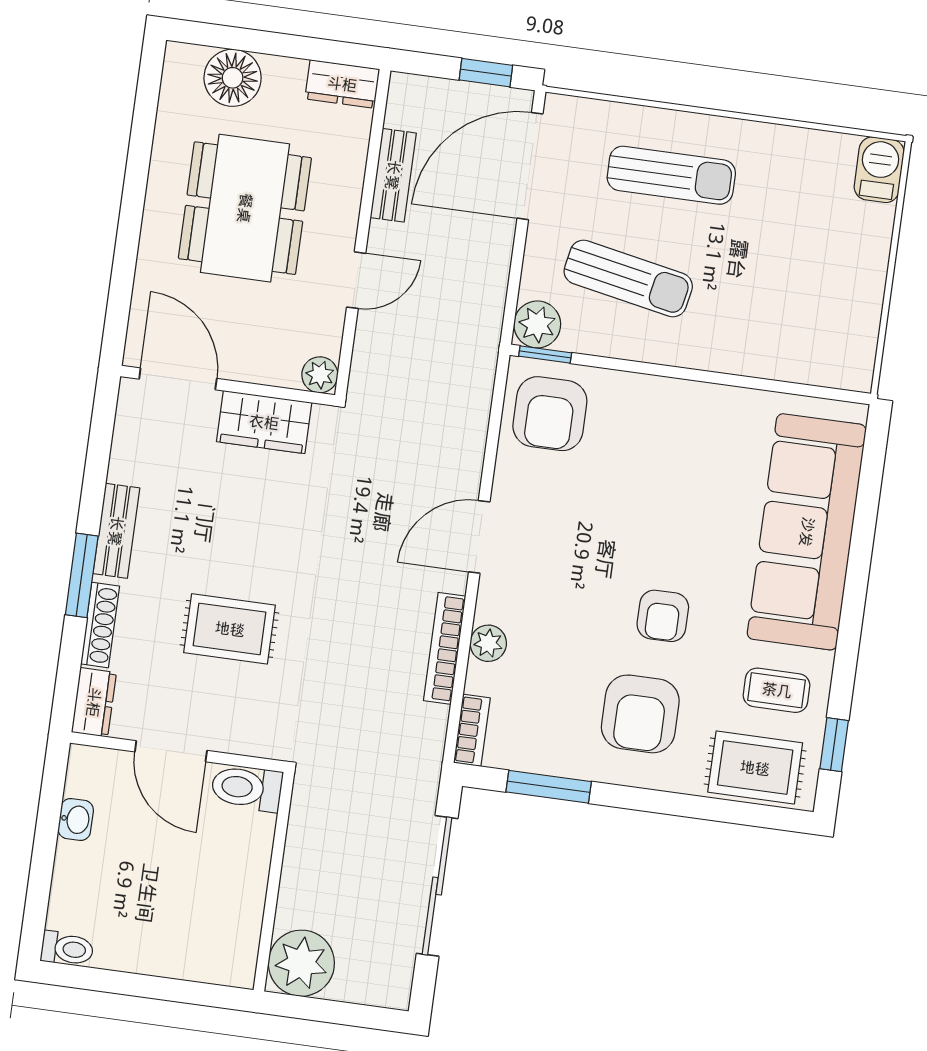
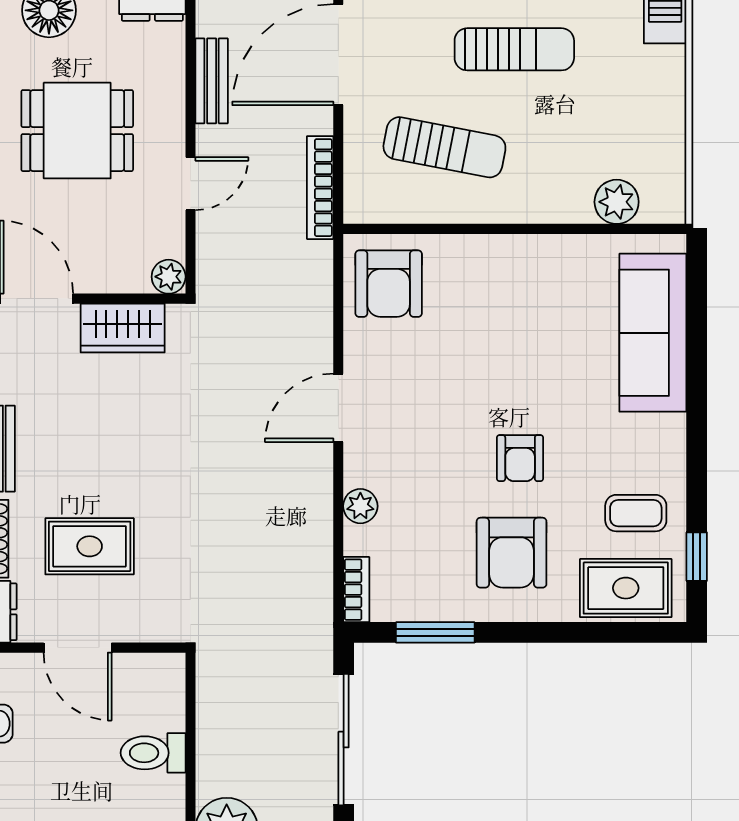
sun lounger: (671, 175) -> (514, 49), moved
dining table: (245, 208) -> (77, 131), width x0.73
plant: (537, 324) -> (617, 202), moved
window: (545, 354) -> (377, 229), removed
sofa: (807, 532) -> (653, 333), width x0.74, depth x0.79
rug: (230, 629) -> (90, 546), moved
bookcase: (445, 648) -> (320, 188), moved
toilet: (247, 788) -> (153, 753), moved

